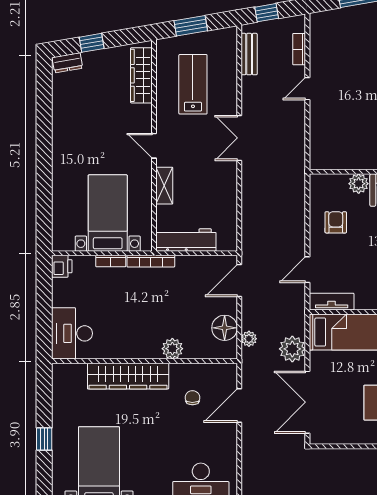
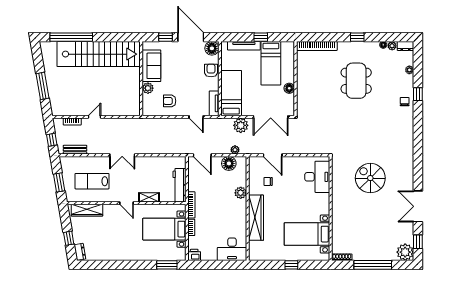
door: (307, 89) -> (94, 117), swing flipped
door: (154, 146) -> (127, 203), hinge flipped
window: (44, 218) -> (167, 265), added
floor lamp: (358, 435) -> (289, 88), added

